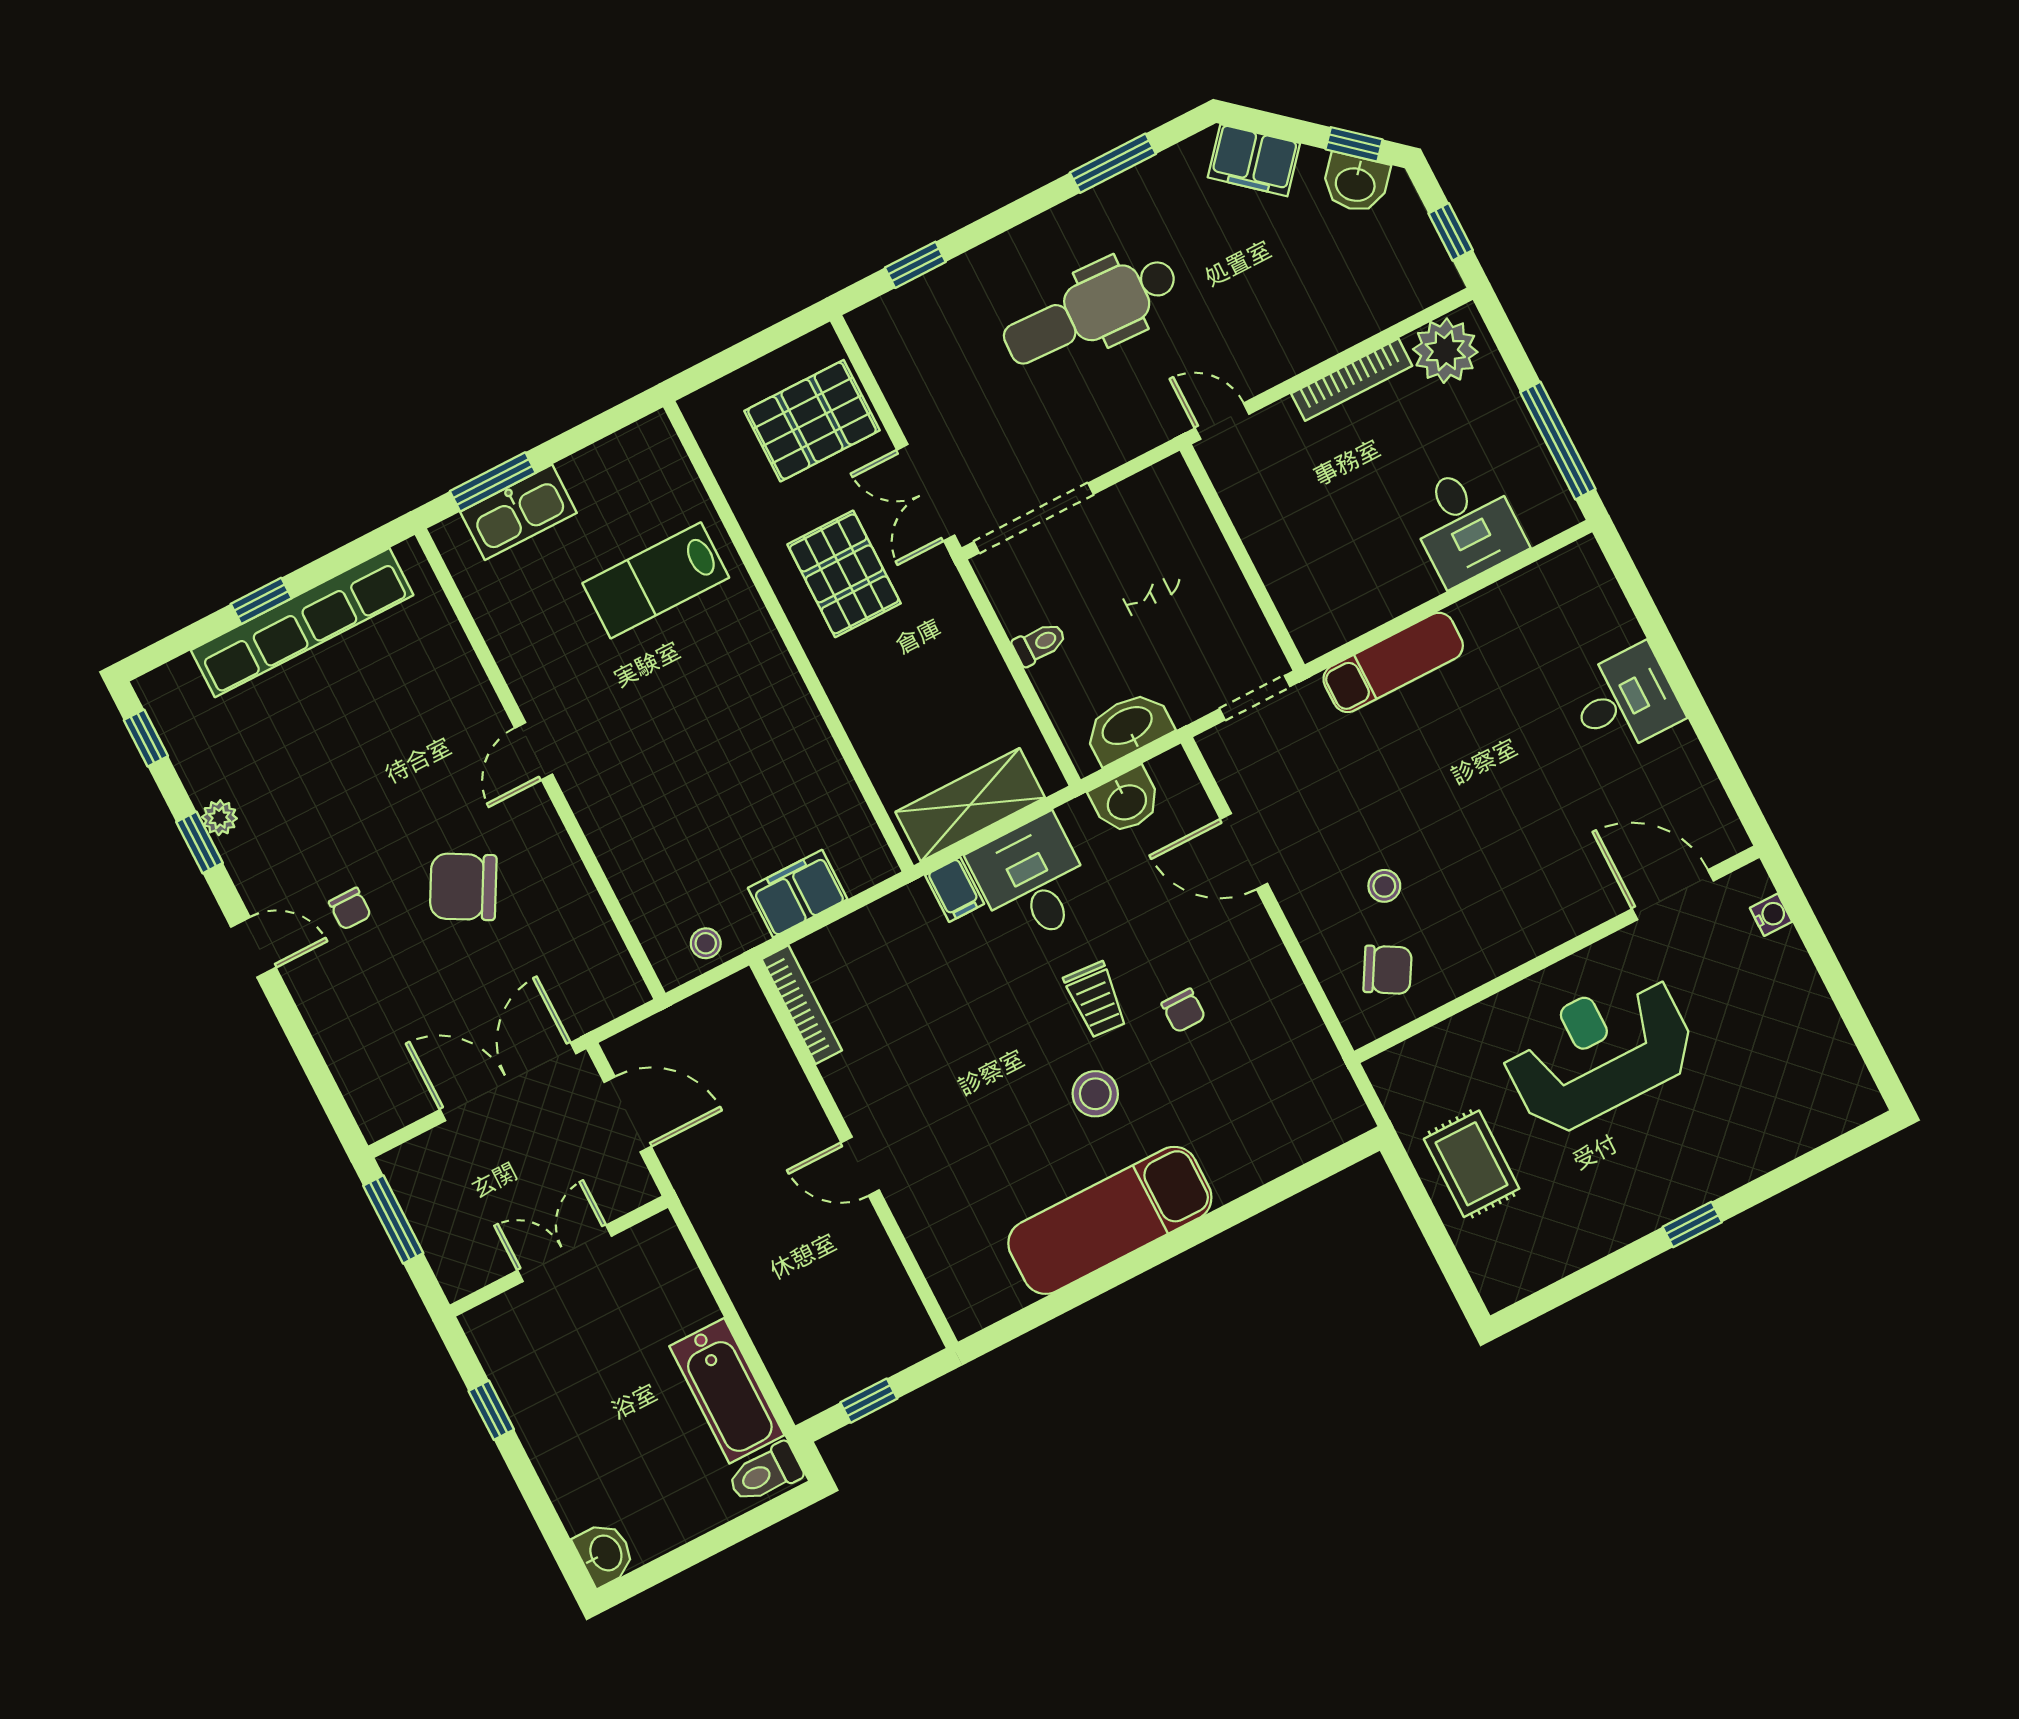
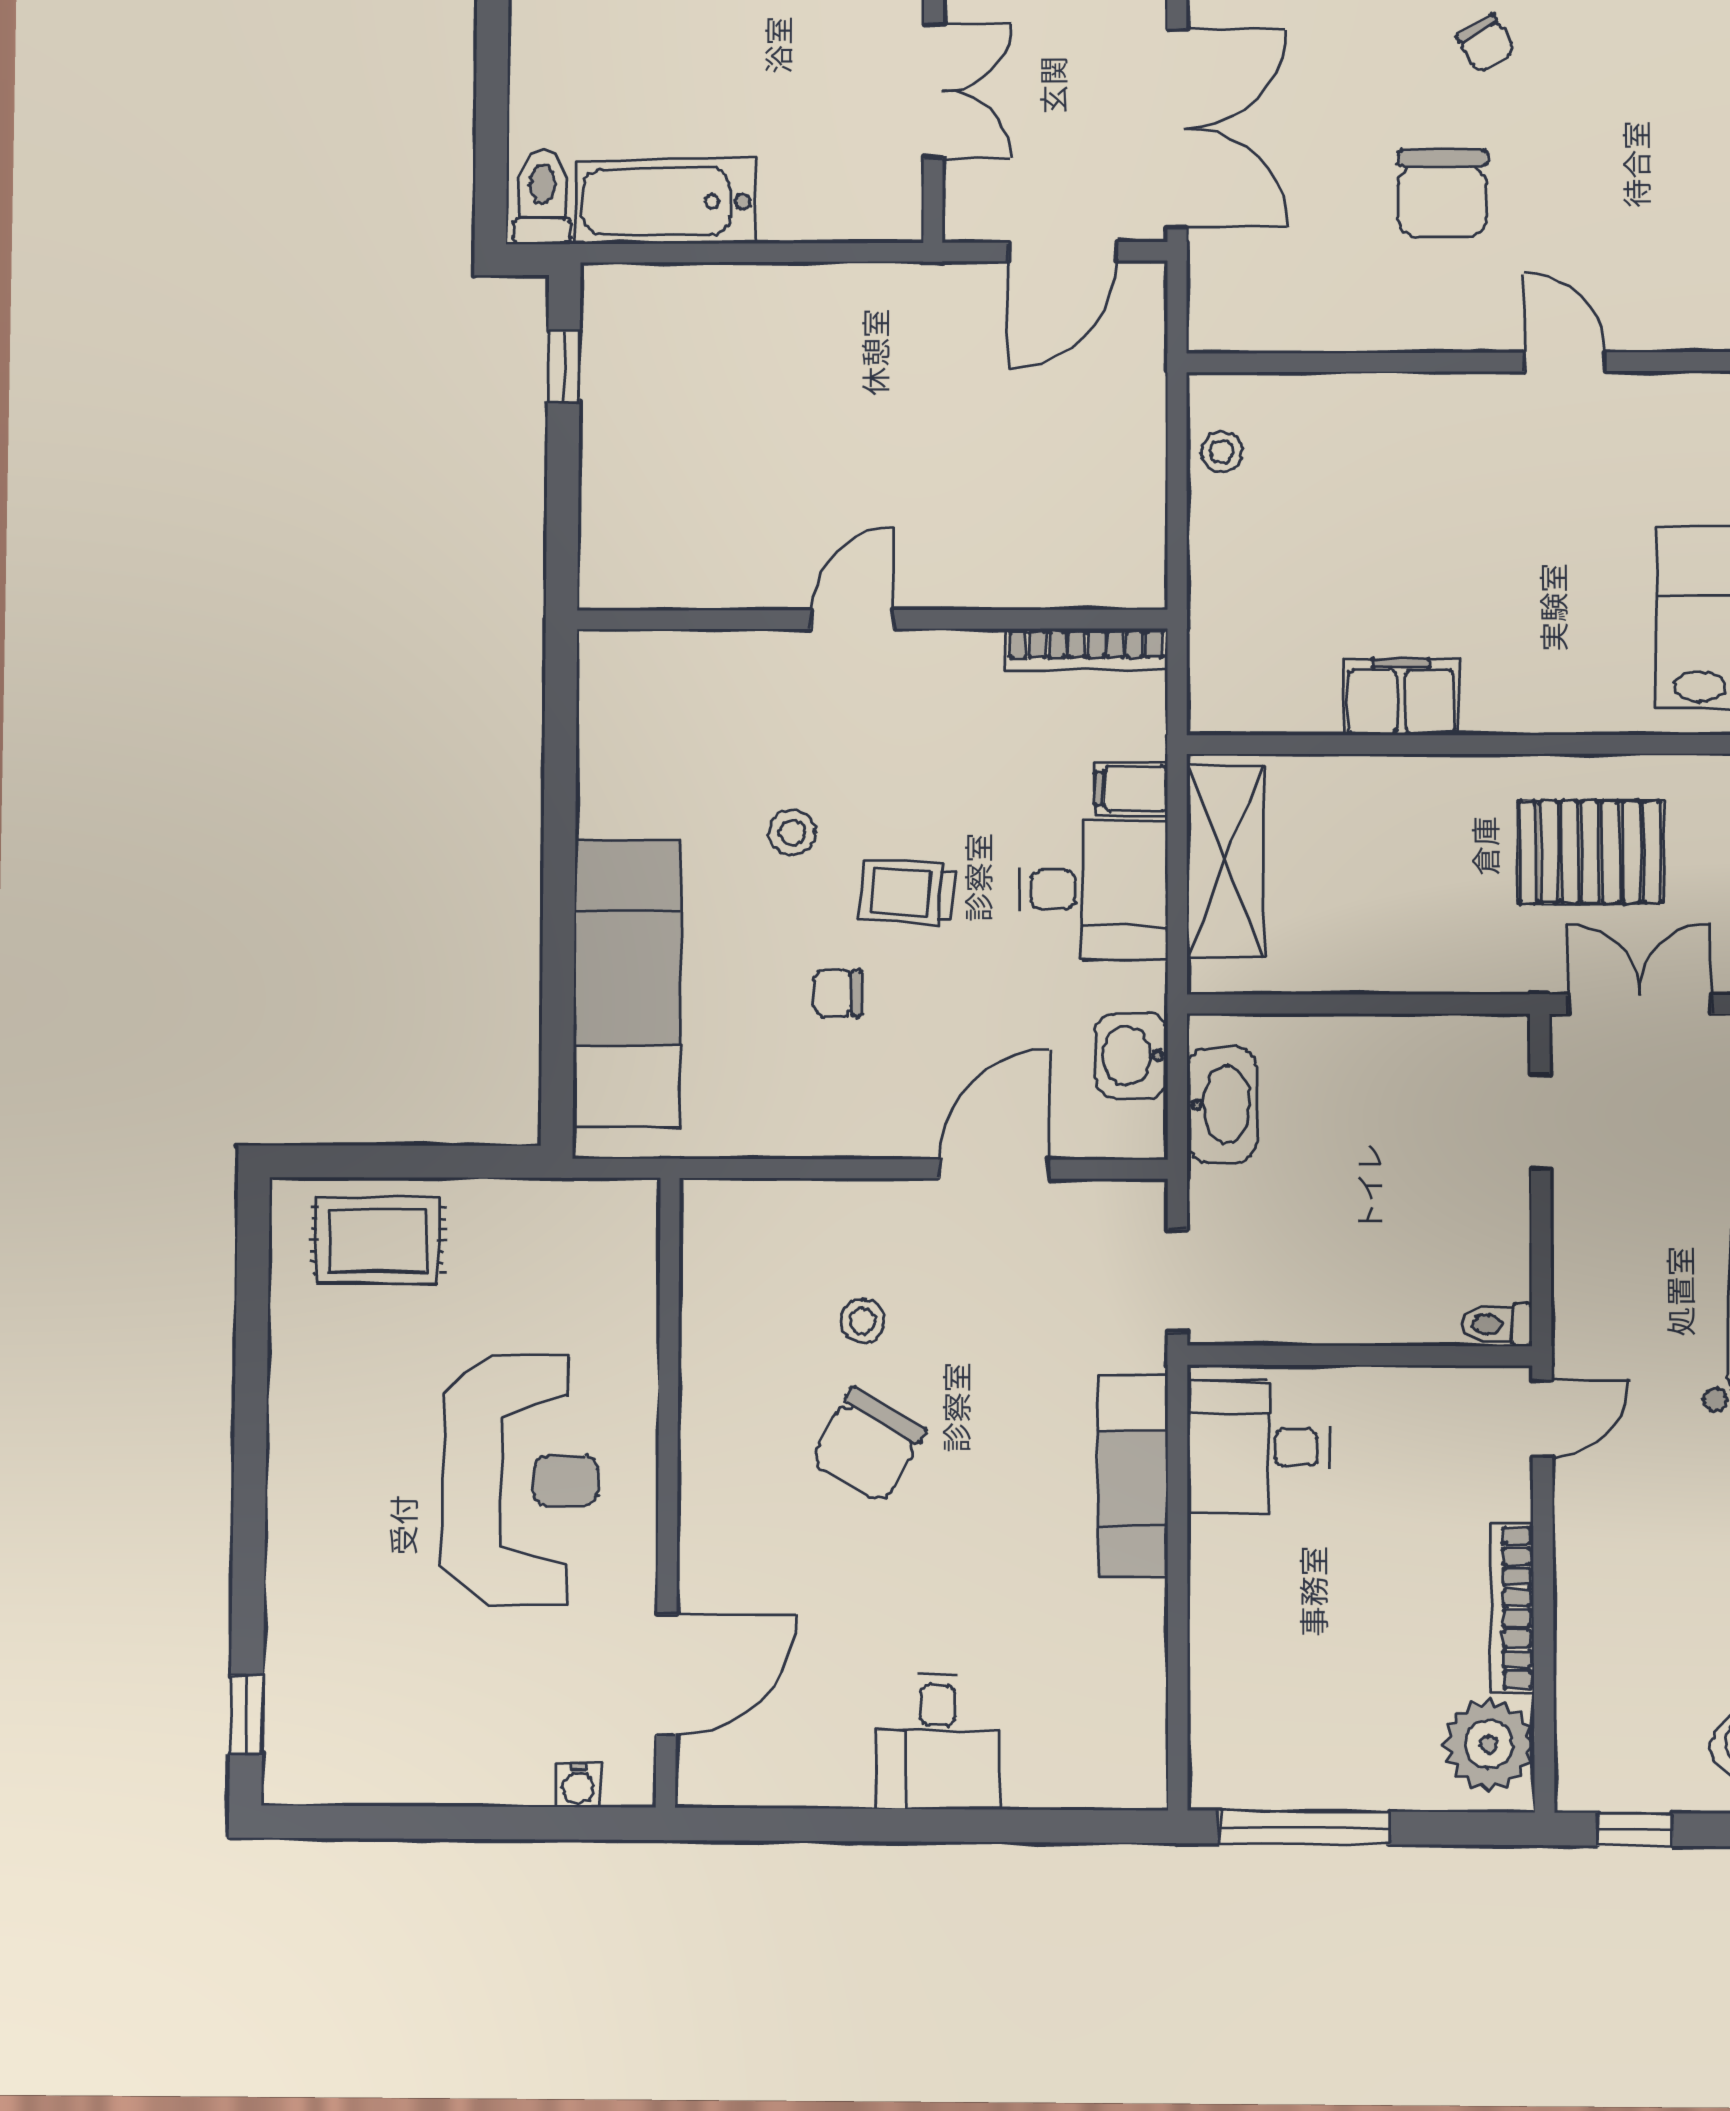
doorway: (1034, 518) -> (1540, 1122), width x0.53
desk: (1466, 524) -> (1258, 1447), moved
toilet: (1039, 644) -> (1497, 1324), moved, turned 90
chair: (463, 887) -> (1442, 193), turned 151
filing cabinet: (798, 894) -> (1401, 697), moved, turned -90
chair: (350, 909) -> (1486, 43), turned -121
chair: (1388, 970) -> (868, 1446), moved, width x1.37, depth x1.37
bookcase: (802, 1005) -> (1086, 649), moved
stool: (1095, 1094) -> (792, 833), width x0.73, depth x0.73
wall: (854, 1154) -> (872, 619), moved
rug: (1472, 1164) -> (378, 1240), moved
door: (860, 1166) -> (852, 620), moved
exam couch: (1110, 1220) -> (627, 983), moved
window: (1692, 1224) -> (246, 1715), moved

